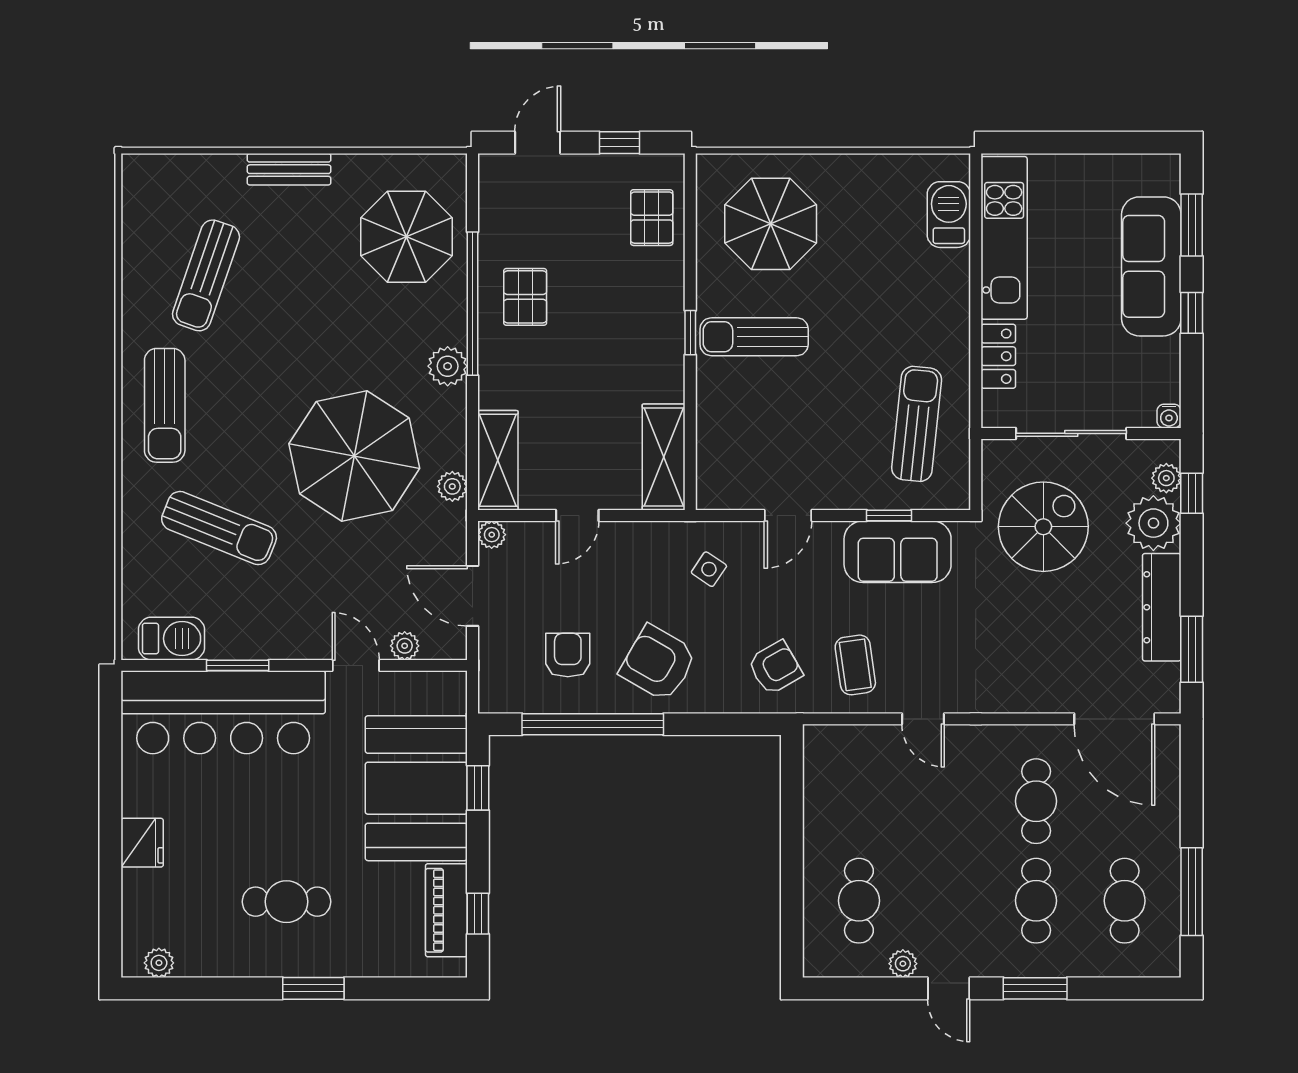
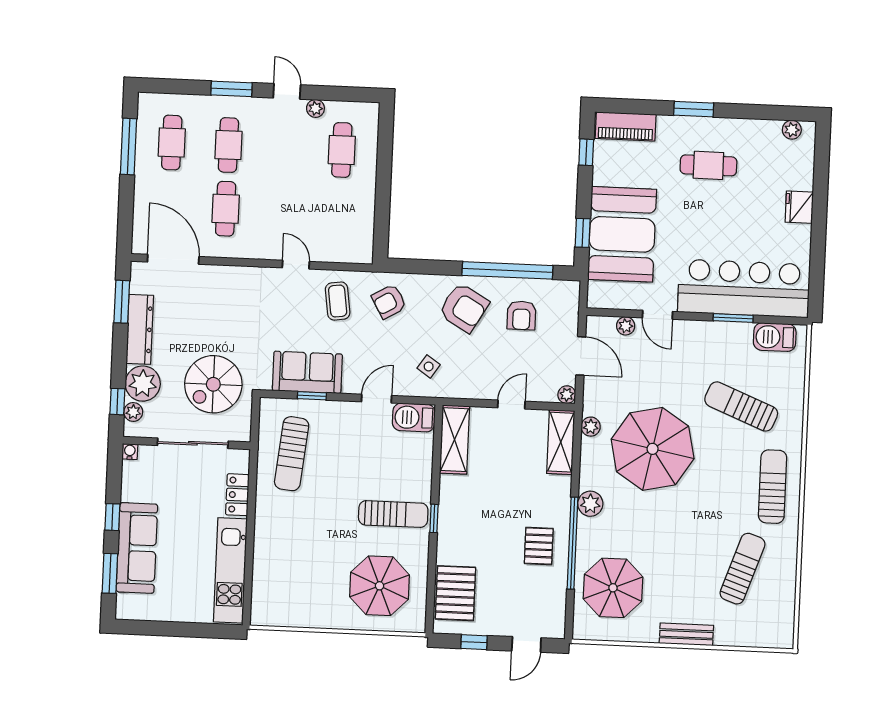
barbecue: (949, 215) -> (414, 418), moved, turned 90
pallet: (652, 218) -> (455, 593), width x1.50, depth x1.42
piano: (446, 910) -> (626, 126), moved, turned 90

